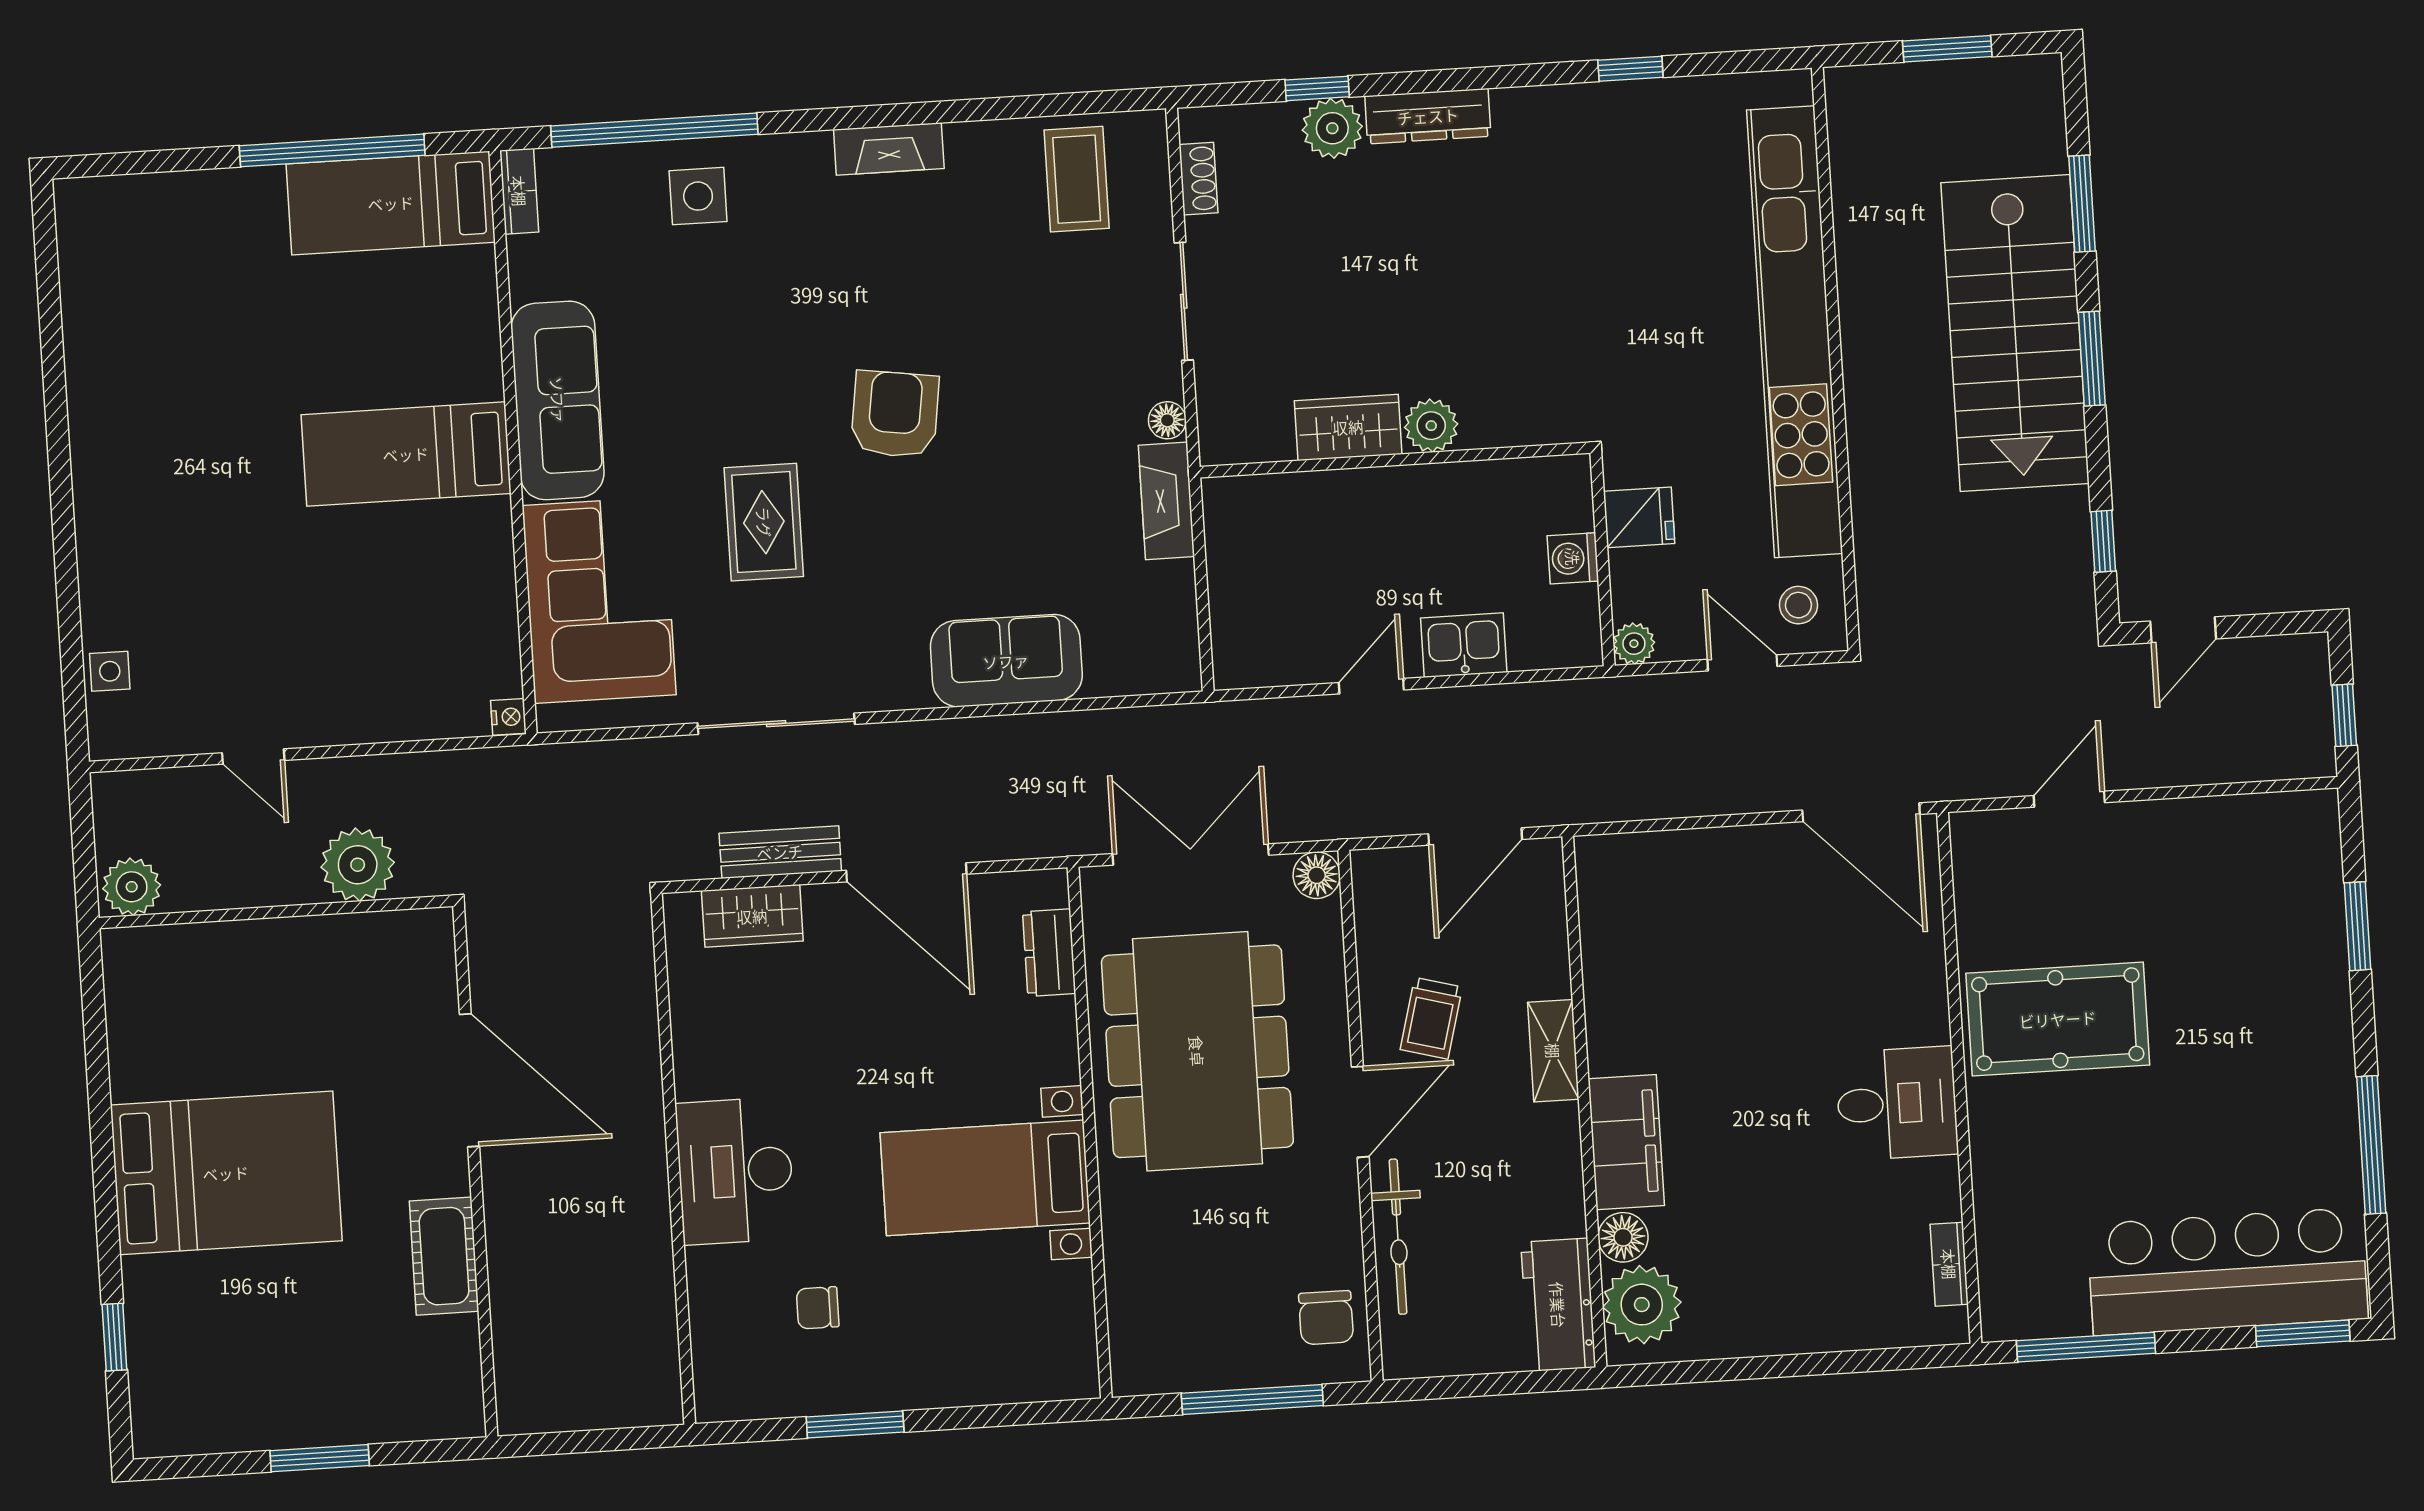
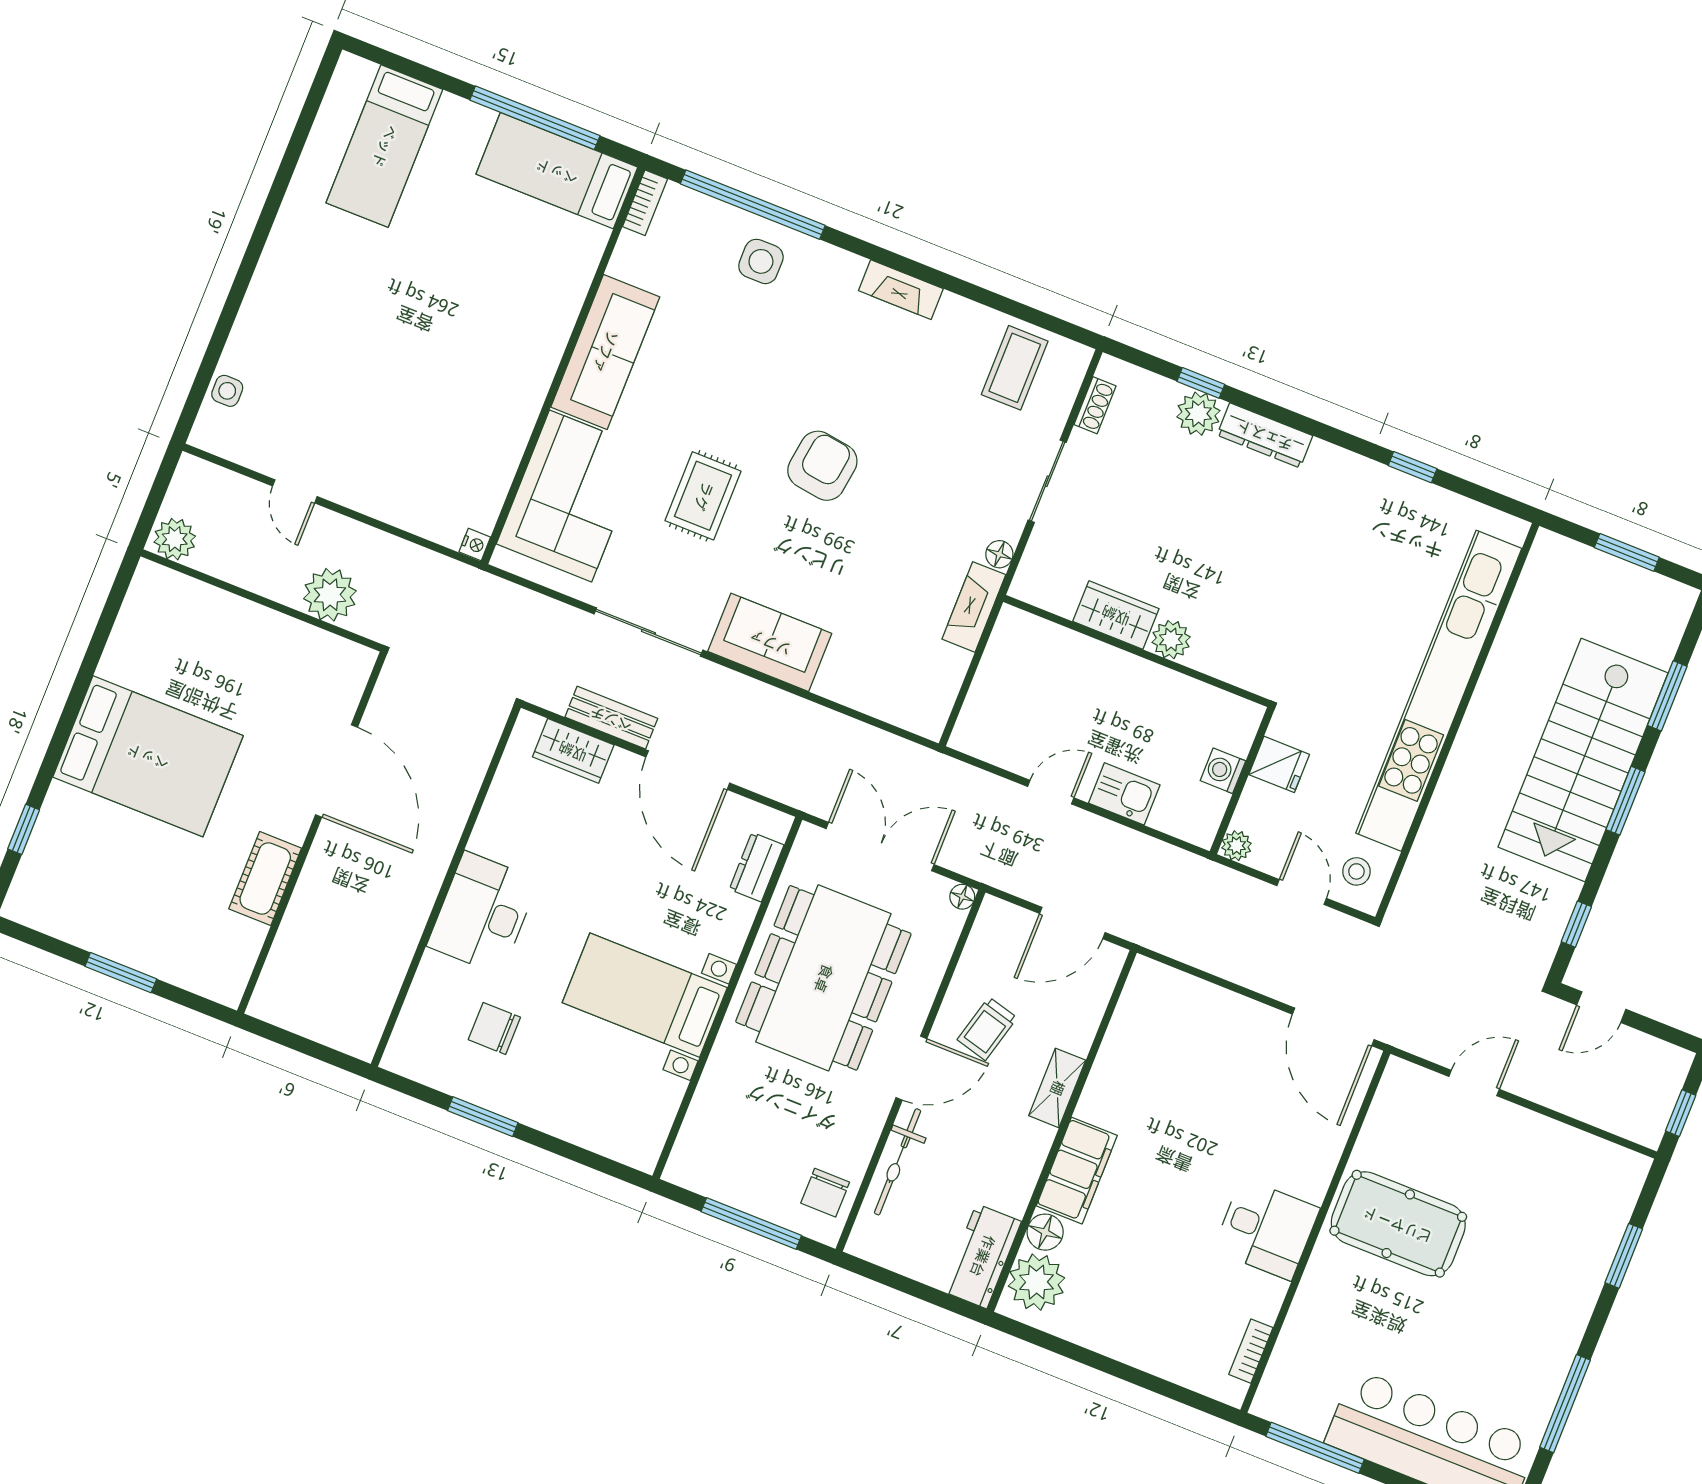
bed: (406, 454) -> (384, 146), moved, turned -90
sofa: (1006, 661) -> (770, 642), moved
floor lamp: (1317, 875) -> (962, 897), width x0.73, depth x0.73
chair: (818, 1308) -> (494, 1028), width x1.37, depth x1.37

